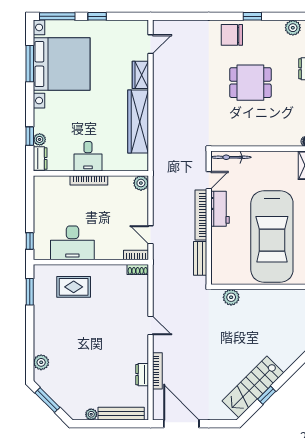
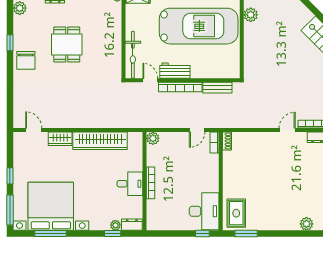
bicycle: (231, 157) -> (133, 55), width x1.37, depth x1.40
desk: (72, 243) -> (204, 211), moved
rug: (74, 287) -> (236, 213), moved
plant: (231, 297) -> (251, 15), moved
door: (151, 325) -> (287, 130), moved

